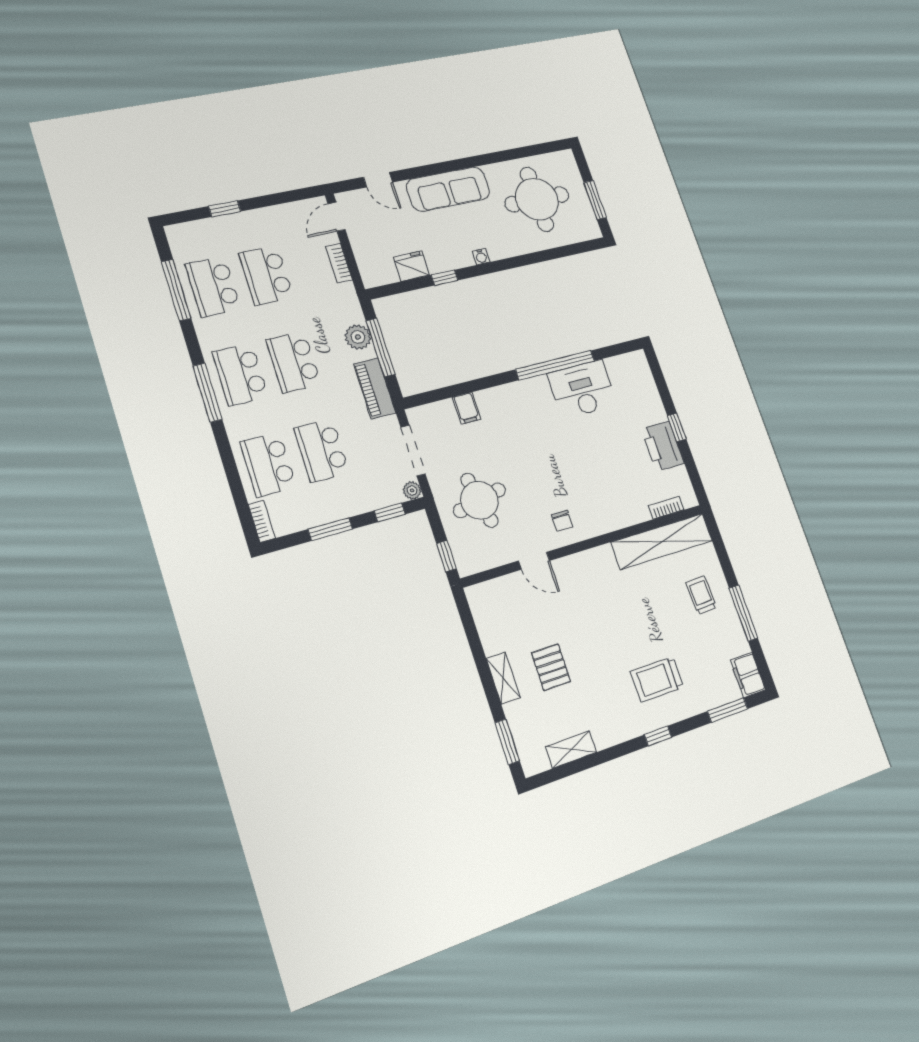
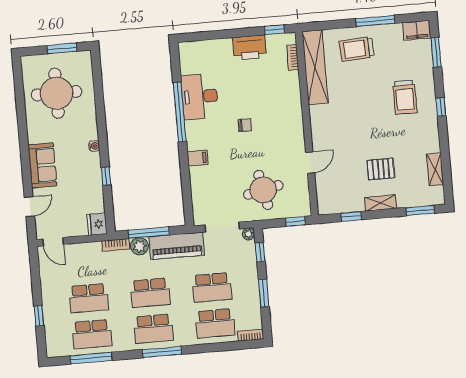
sofa: (448, 189) -> (42, 165), width x0.73
bookcase: (339, 263) -> (116, 245), moved
fridge: (411, 266) -> (97, 224), moved
piano: (375, 388) -> (177, 246), width x1.37, depth x1.33
filing cabinet: (467, 408) -> (198, 158), moved
window: (677, 427) -> (274, 30), moved
chair: (562, 521) -> (245, 125), moved
trolley: (701, 595) -> (357, 49), width x1.36, depth x1.39
window: (473, 638) -> (351, 216), added

